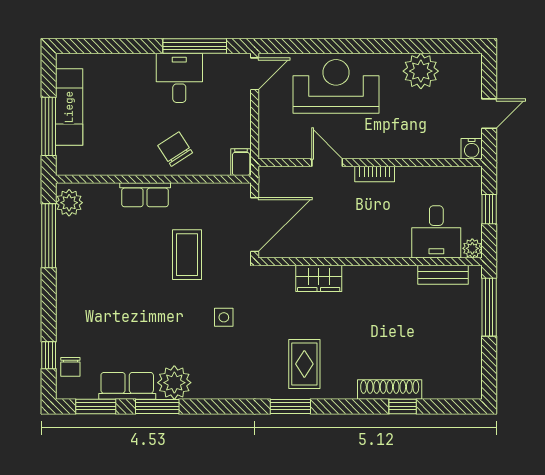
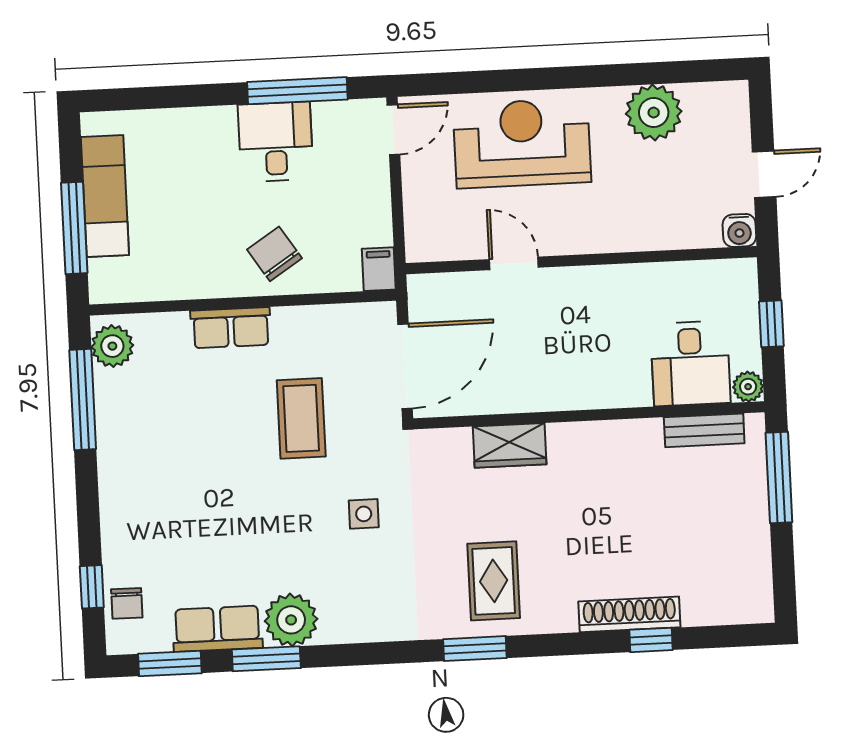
bookcase: (375, 174) -> (589, 278), removed

